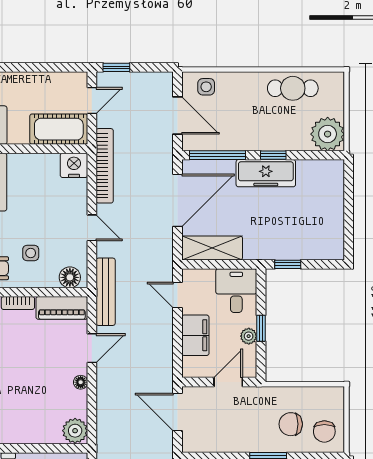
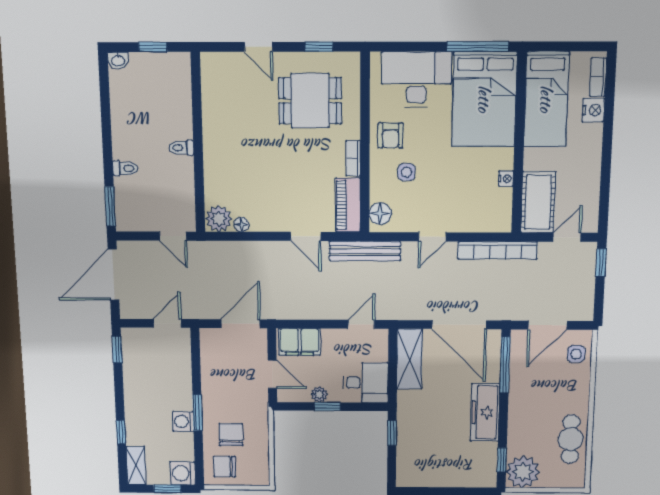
door: (92, 101) -> (567, 237), swing flipped
window: (273, 155) -> (502, 460), moved
nightstand: (74, 165) -> (506, 179), moved, width x0.53, depth x0.56
filing cabinet: (195, 335) -> (299, 342), moved
floor lamp: (81, 382) -> (241, 225), moved

